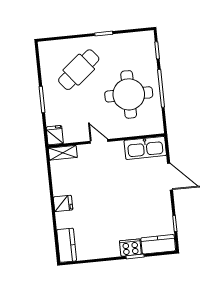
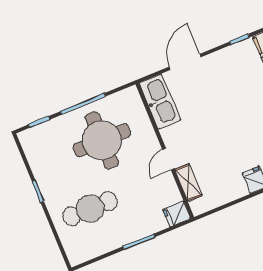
cafe table: (79, 70) -> (90, 209), turned -51
shelving: (63, 153) -> (188, 182), moved

